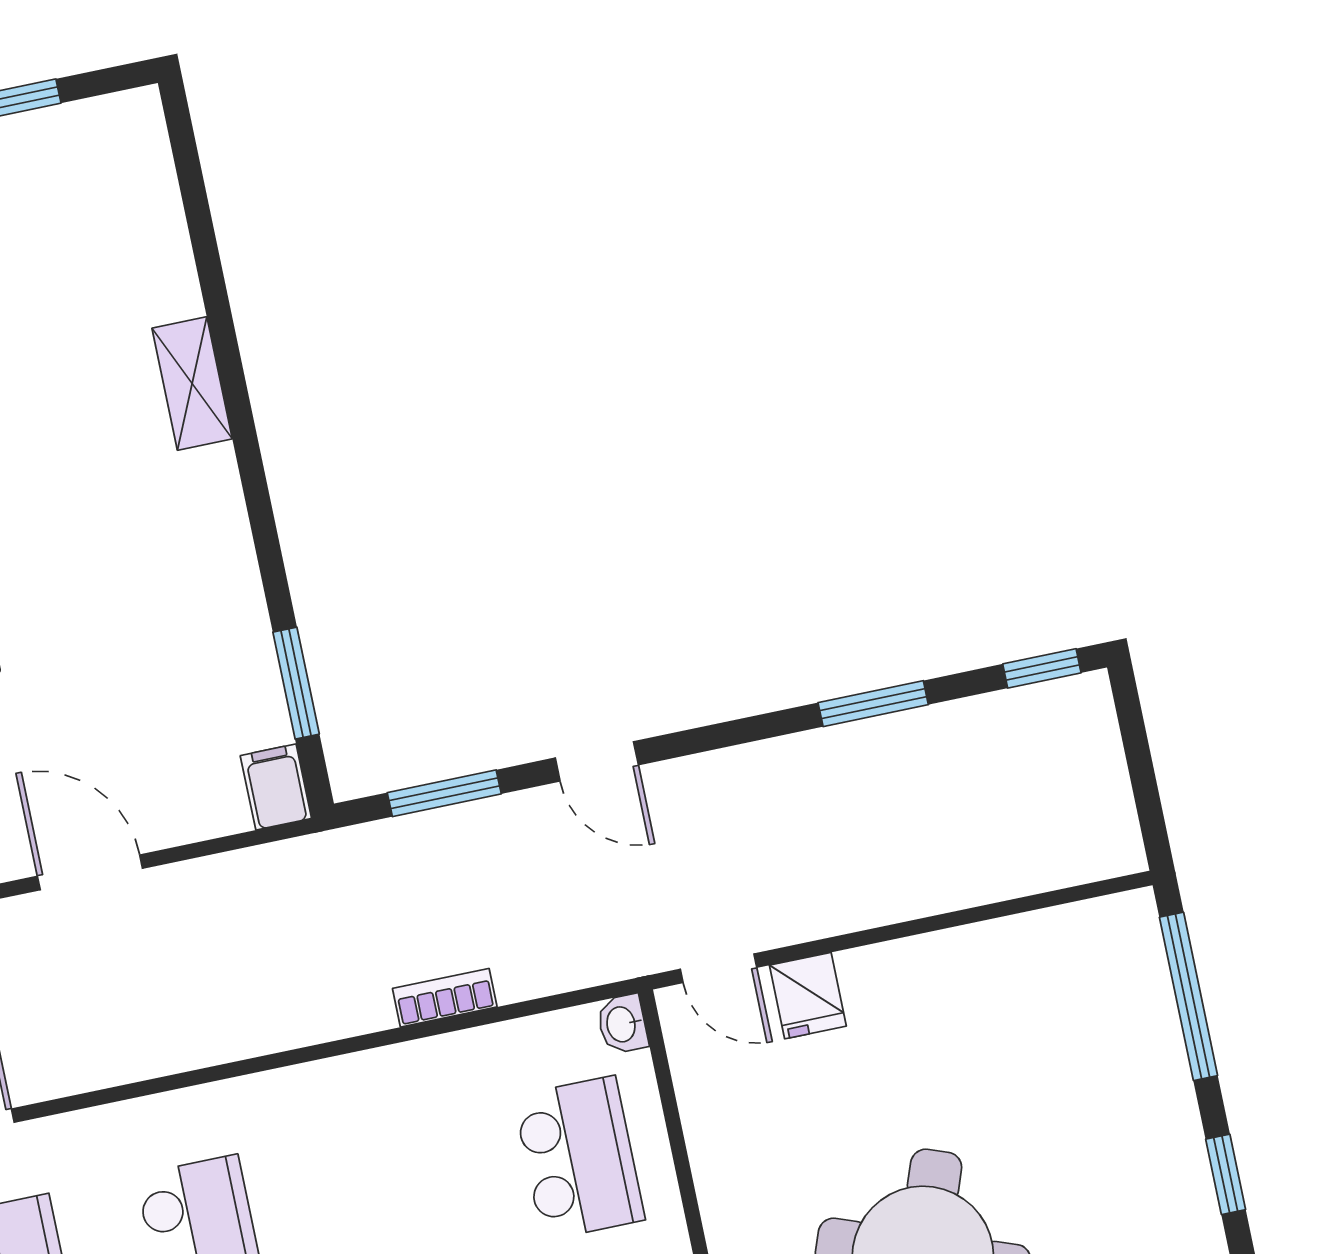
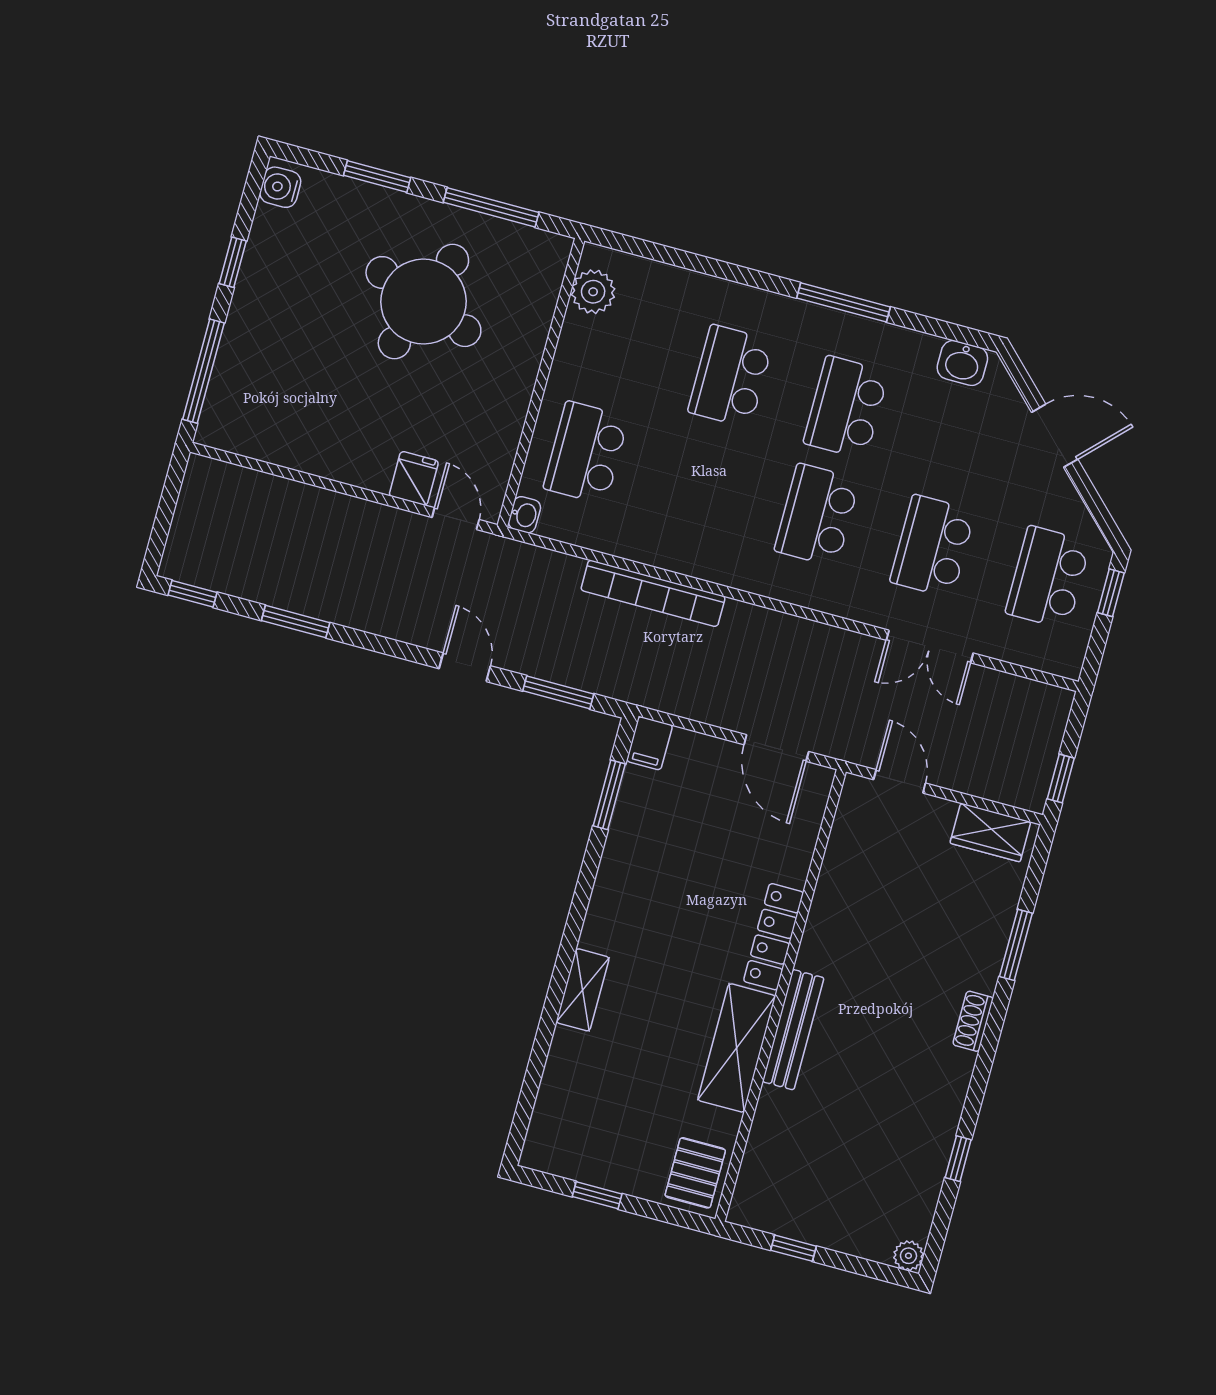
bookcase: (445, 998) -> (653, 593), width x2.31, depth x1.31

